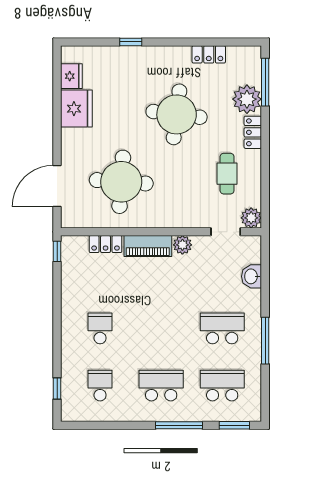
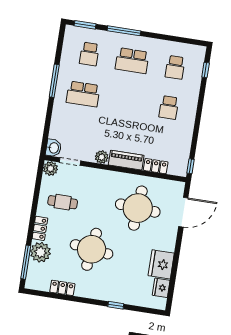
cafe table: (227, 174) -> (63, 202), turned 90
washbasin: (252, 276) -> (53, 148), moved
school desk: (222, 386) -> (89, 54), width x0.54

